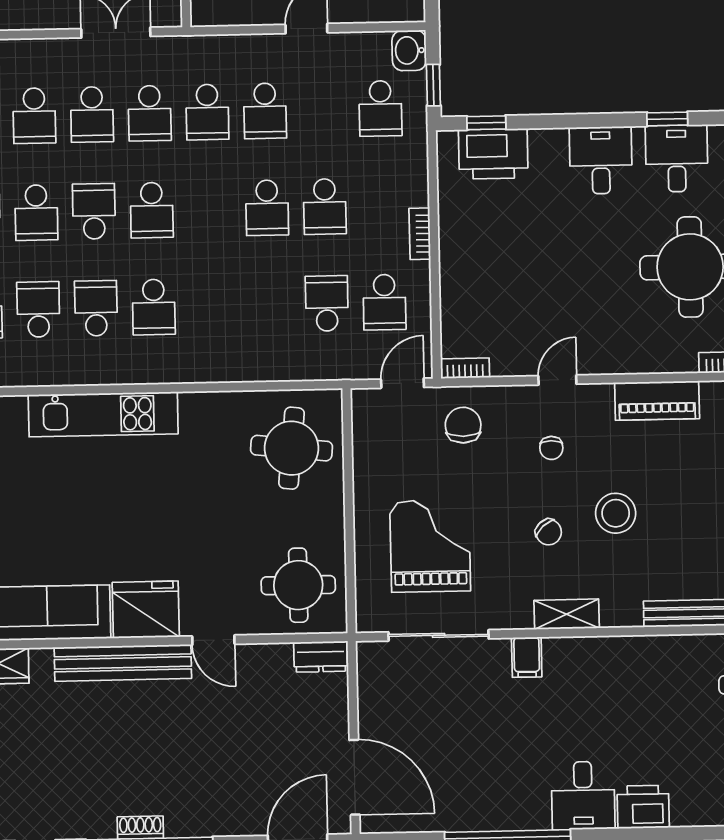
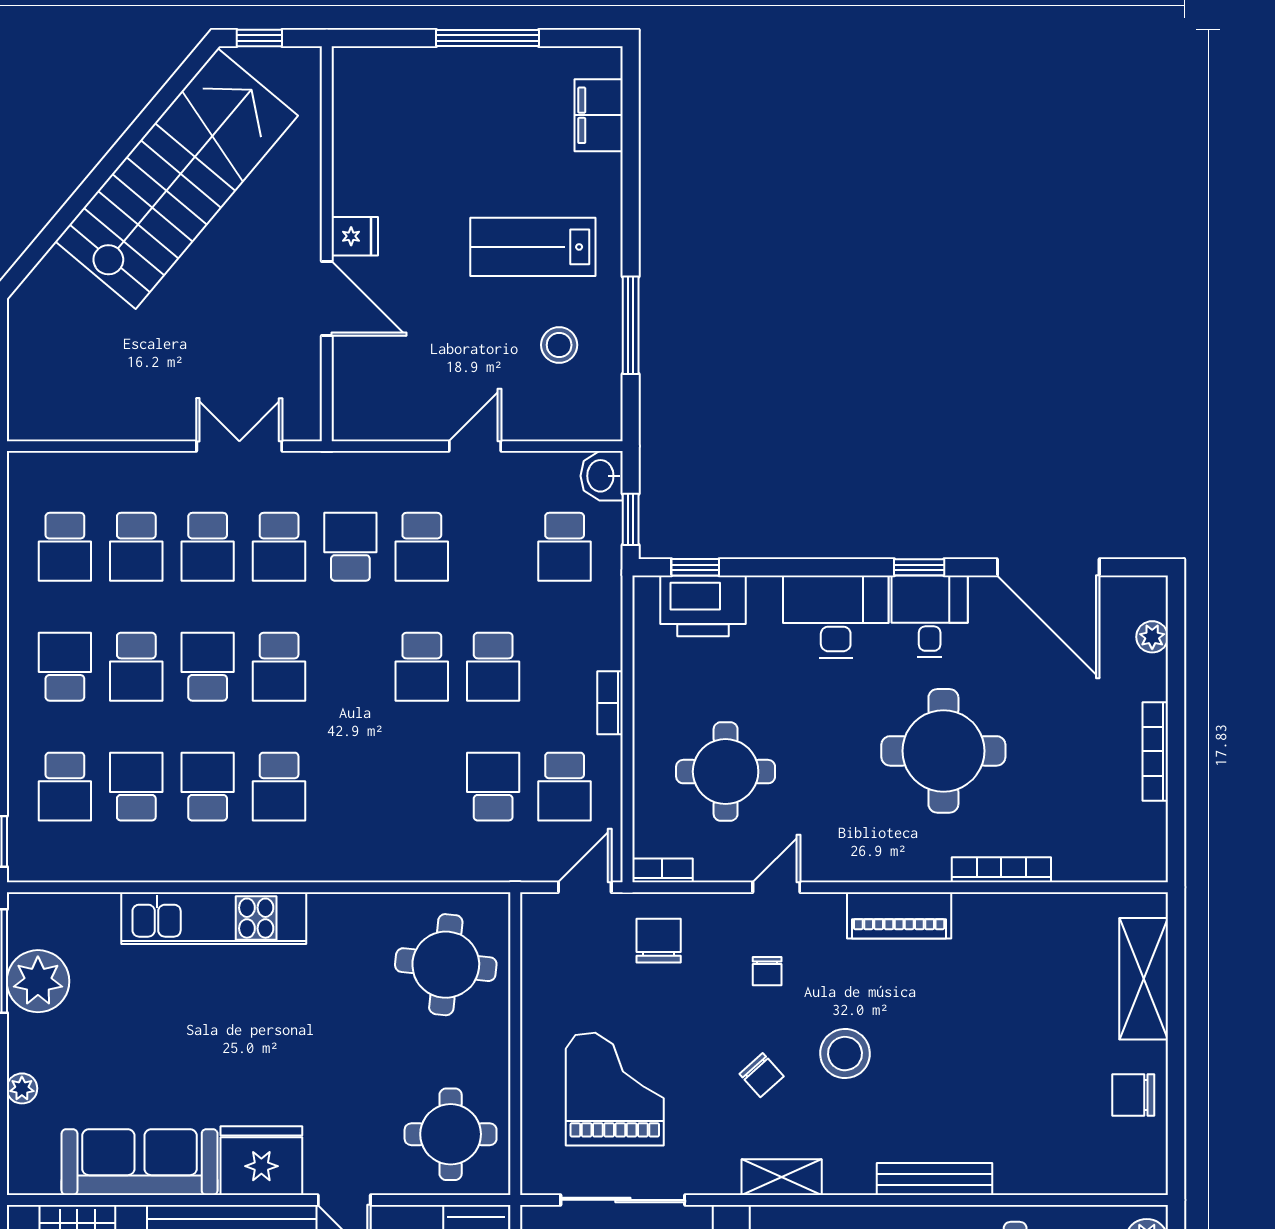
school desk: (207, 112) -> (350, 547), turned 180
desk: (601, 160) -> (836, 617), width x1.37
round table: (514, 287) -> (726, 772), added

